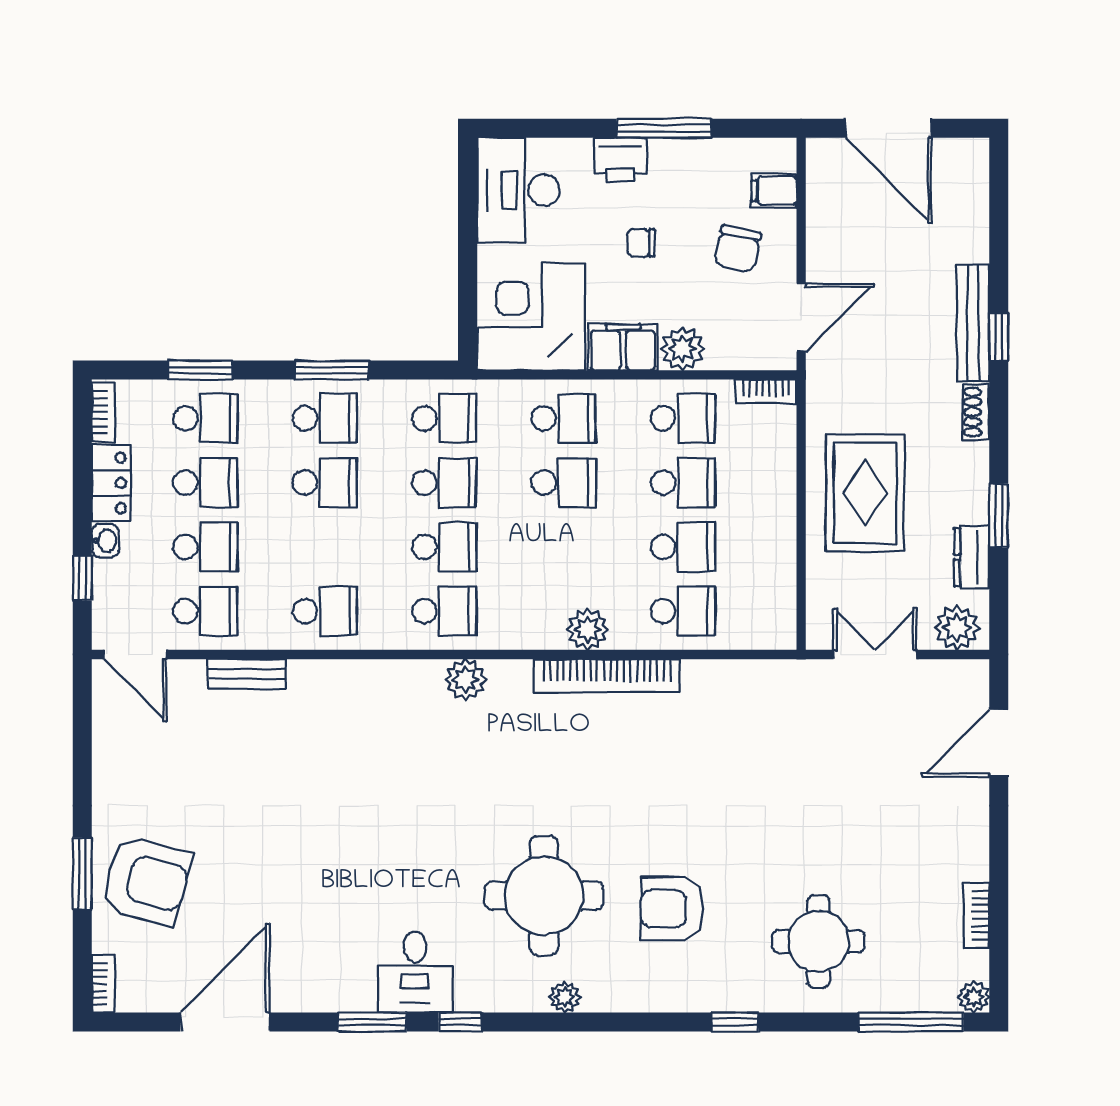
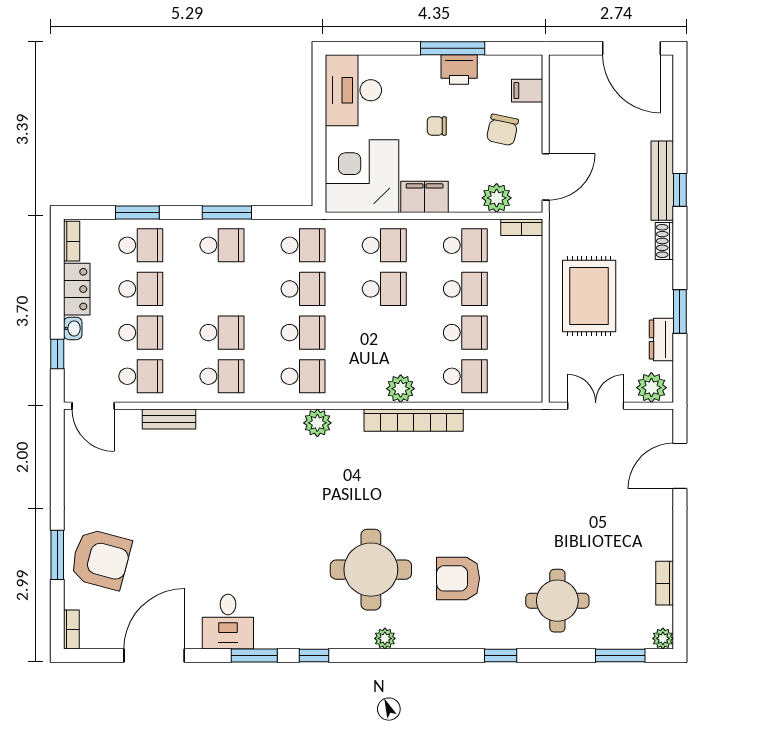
door: (888, 128) -> (632, 48), moved
printer: (620, 160) -> (459, 69), moved
plant: (682, 349) -> (497, 198), moved
school desk: (325, 483) -> (222, 333), moved
desk: (415, 972) -> (228, 622), moved
window: (911, 1022) -> (620, 655), width x0.69

